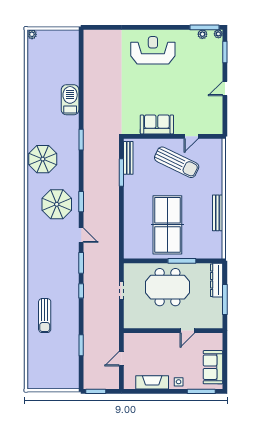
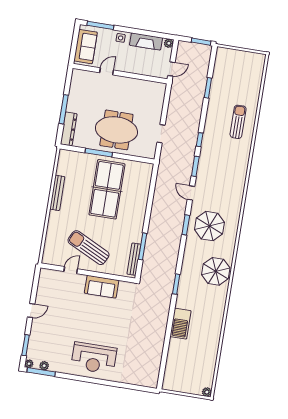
wall: (173, 331) -> (120, 74), moved
door: (187, 331) -> (107, 71), moved
plant: (128, 384) -> (169, 43), added

